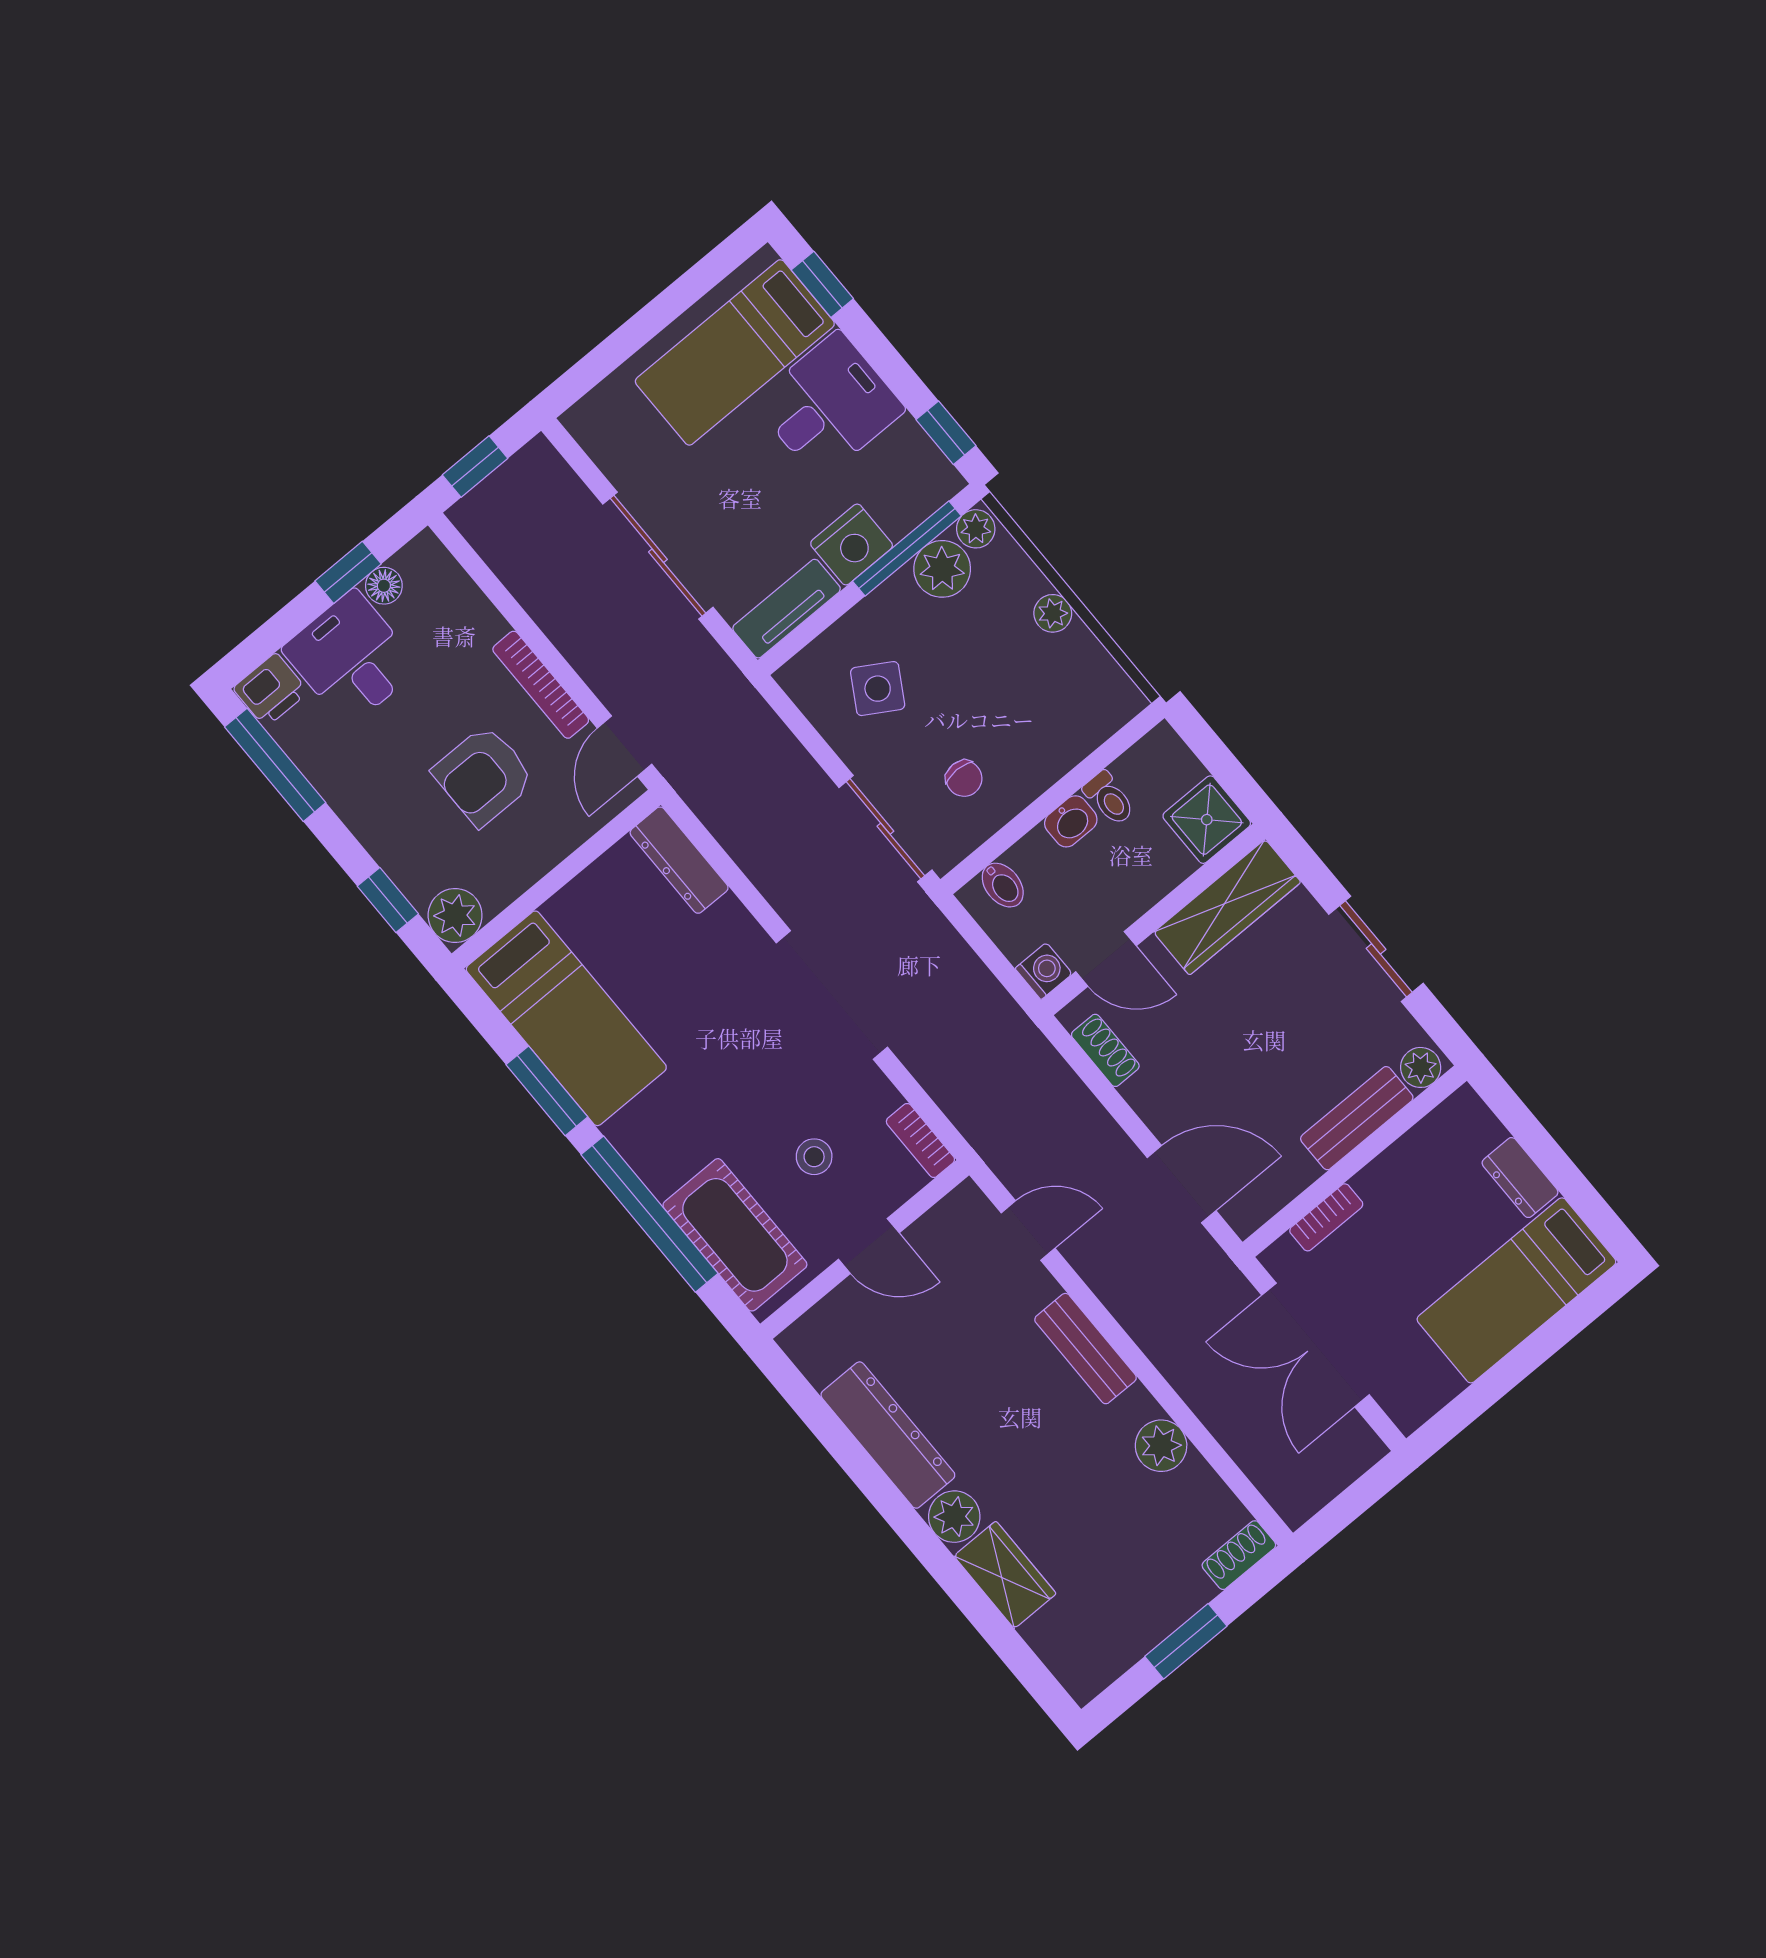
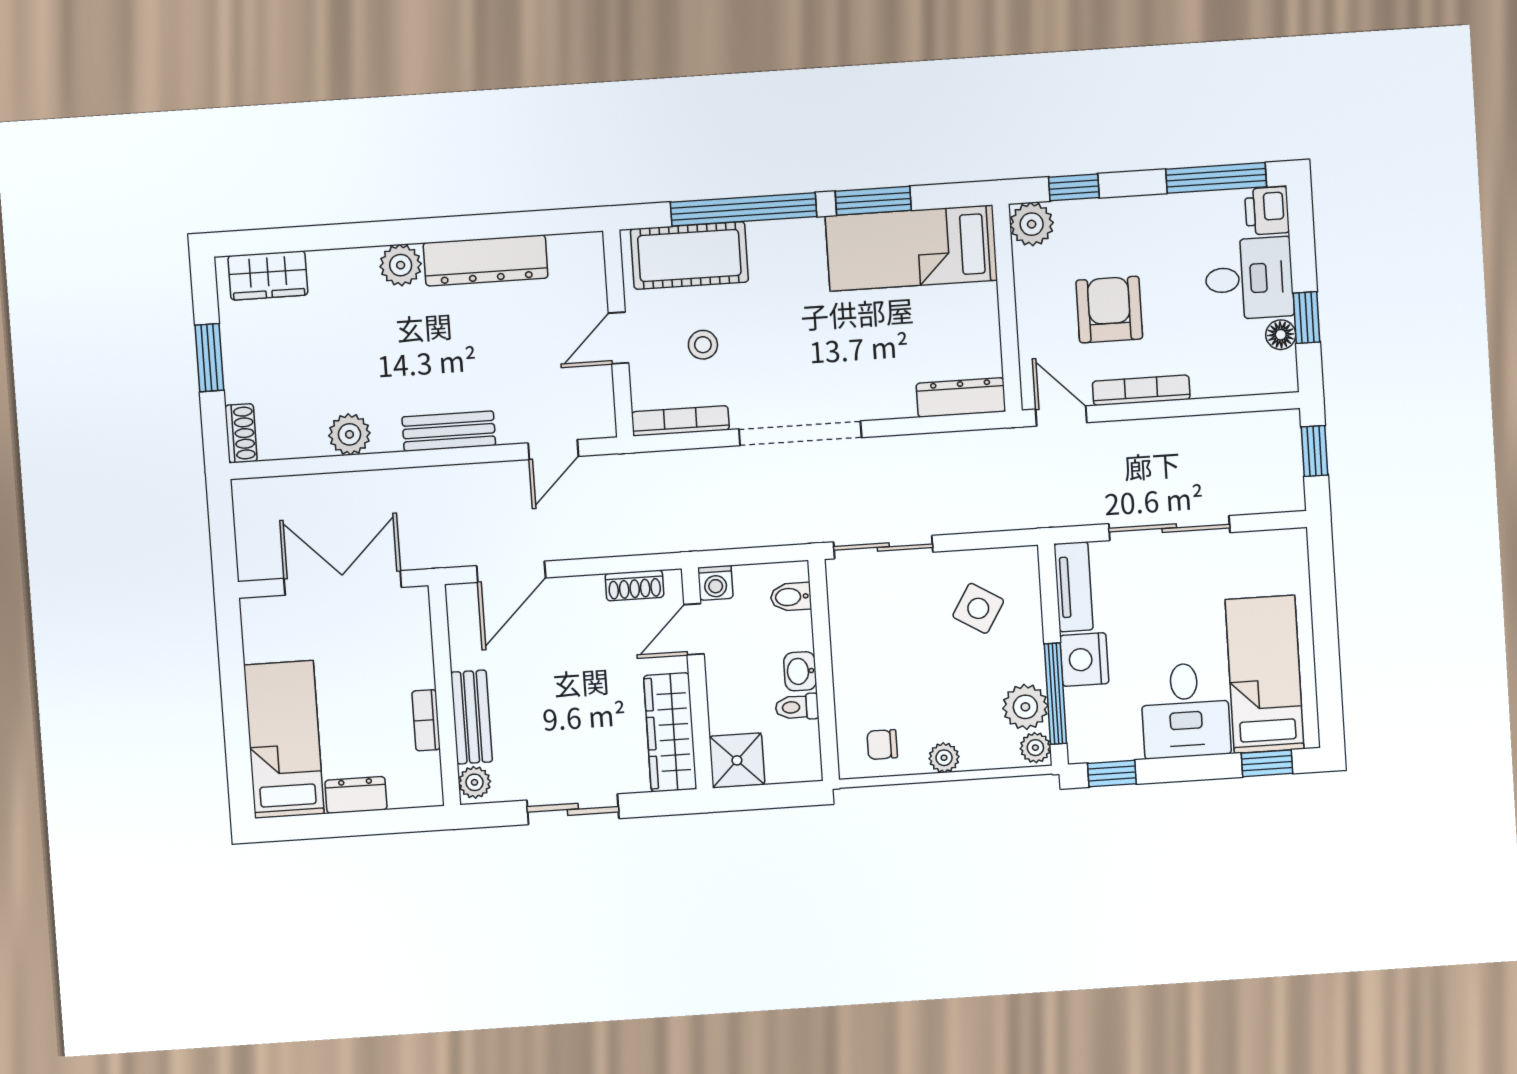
chair: (964, 778) -> (882, 745), moved
bookcase: (920, 1140) -> (680, 421), width x1.56
bookcase: (1326, 1217) -> (426, 720), moved
wardrobe: (1005, 1575) -> (268, 275), moved

